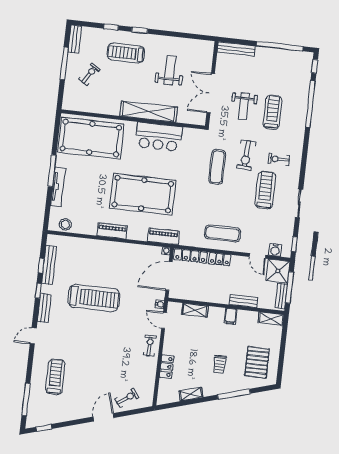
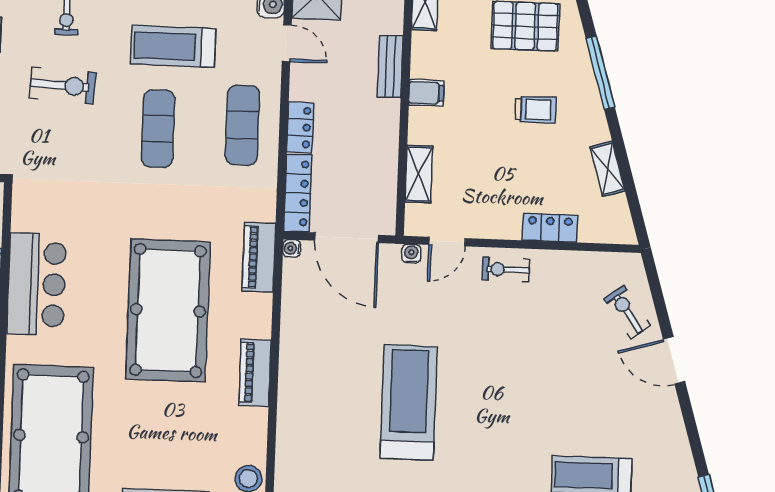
exercise mat: (217, 167) -> (158, 129), moved, turned 90
treadmill: (265, 190) -> (173, 46), moved
door: (257, 256) -> (287, 43), hinge flipped

